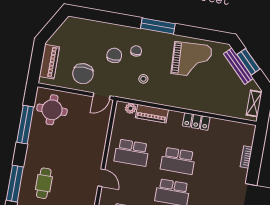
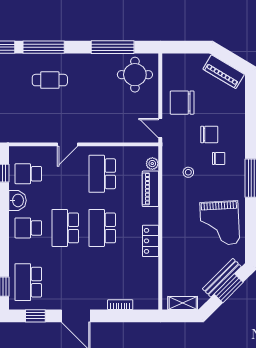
piano: (49, 62) -> (224, 72), moved, turned 31

